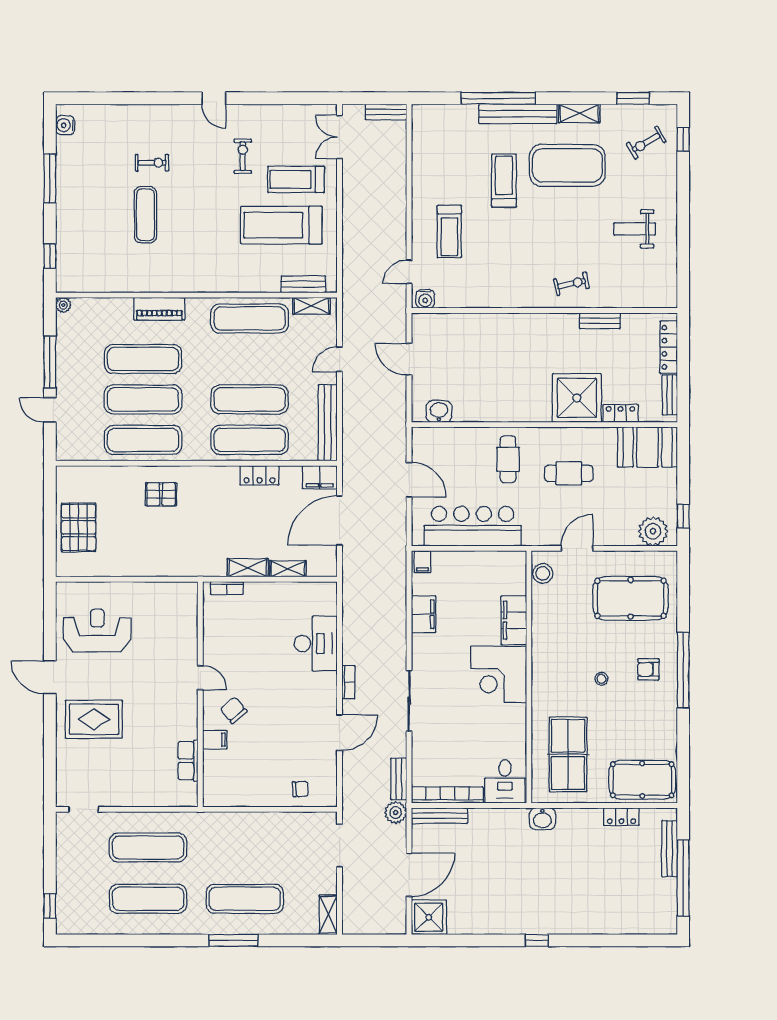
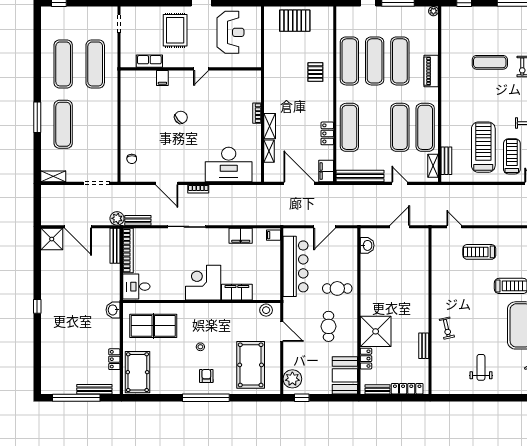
water cooler: (425, 299) -> (437, 237), removed
exercise mat: (250, 399) -> (400, 127), moved
desk: (316, 643) -> (229, 164), width x1.36, depth x1.30
door: (200, 678) -> (201, 69), moved
wall: (200, 694) -> (191, 69), moved
filing cabinet: (215, 740) -> (162, 78), moved
row of seats: (188, 761) -> (149, 61), moved

